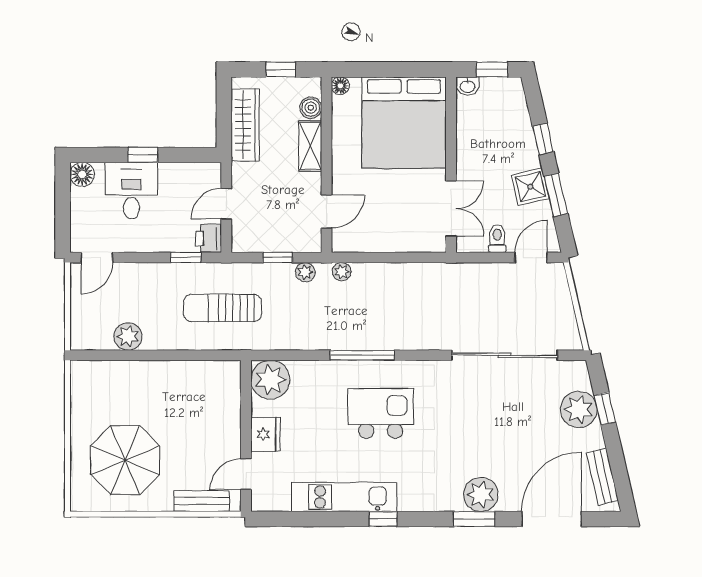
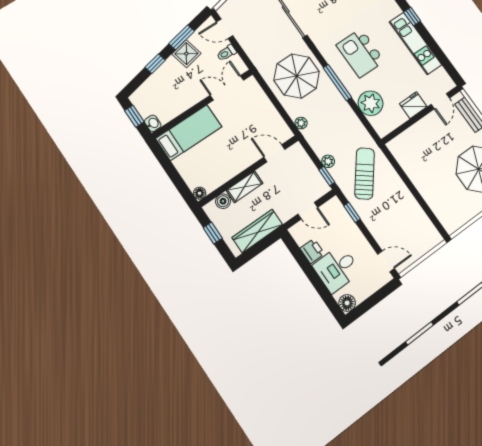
bed: (404, 123) -> (189, 133), width x0.49
window: (143, 155) -> (313, 276), removed
printer: (208, 238) -> (312, 251), moved, turned -90
window: (278, 258) -> (327, 176), moved
plant: (305, 272) -> (328, 161), moved
sun lounger: (222, 308) -> (365, 173), turned -142
parasol: (406, 308) -> (297, 76), added
plant: (128, 336) -> (415, 214), removed
plant: (270, 380) -> (371, 103), moved
door: (246, 474) -> (440, 101), hinge flipped

